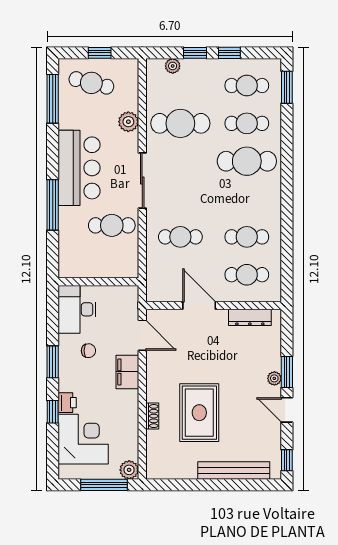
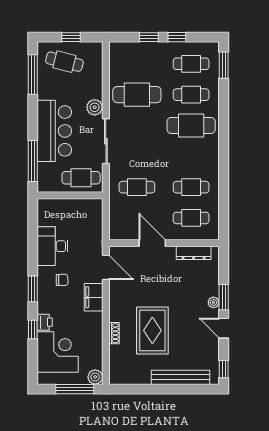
plant: (173, 66) -> (131, 48), removed
plant: (128, 122) -> (95, 107), moved
wall: (98, 282) -> (70, 195), moved

